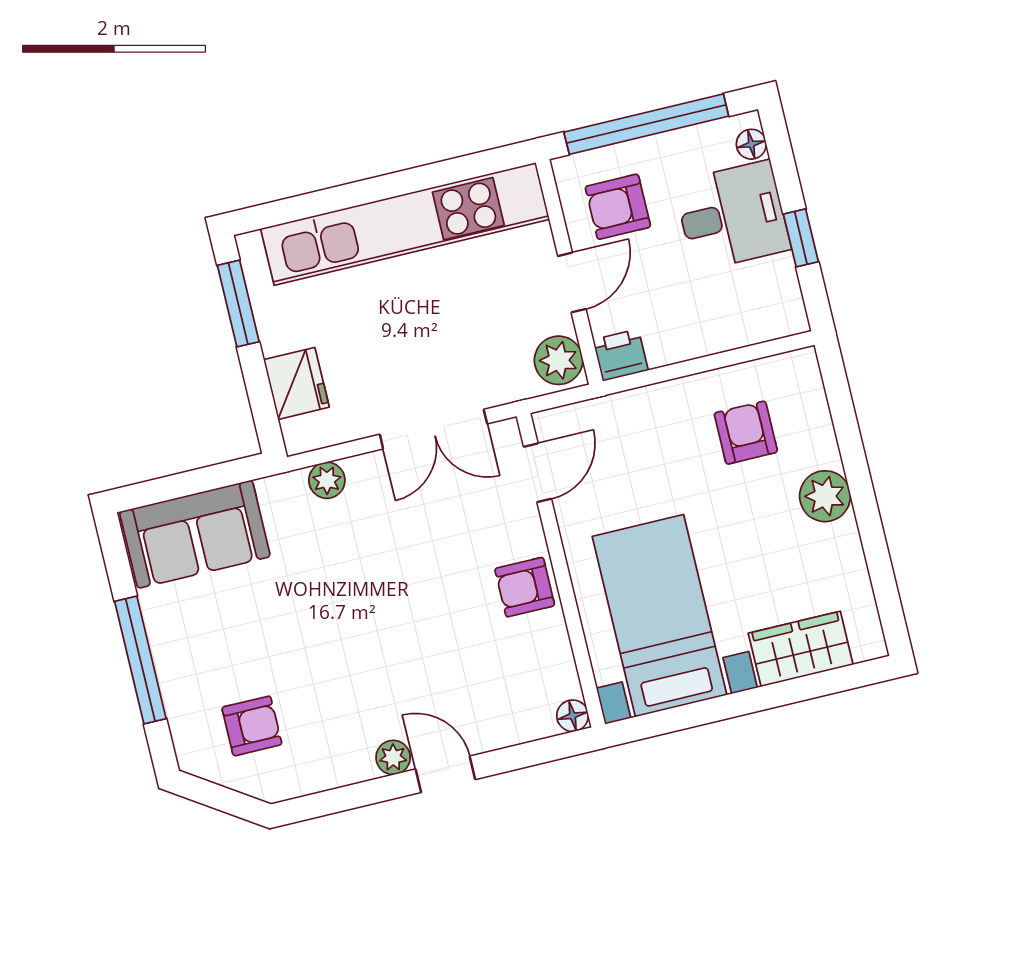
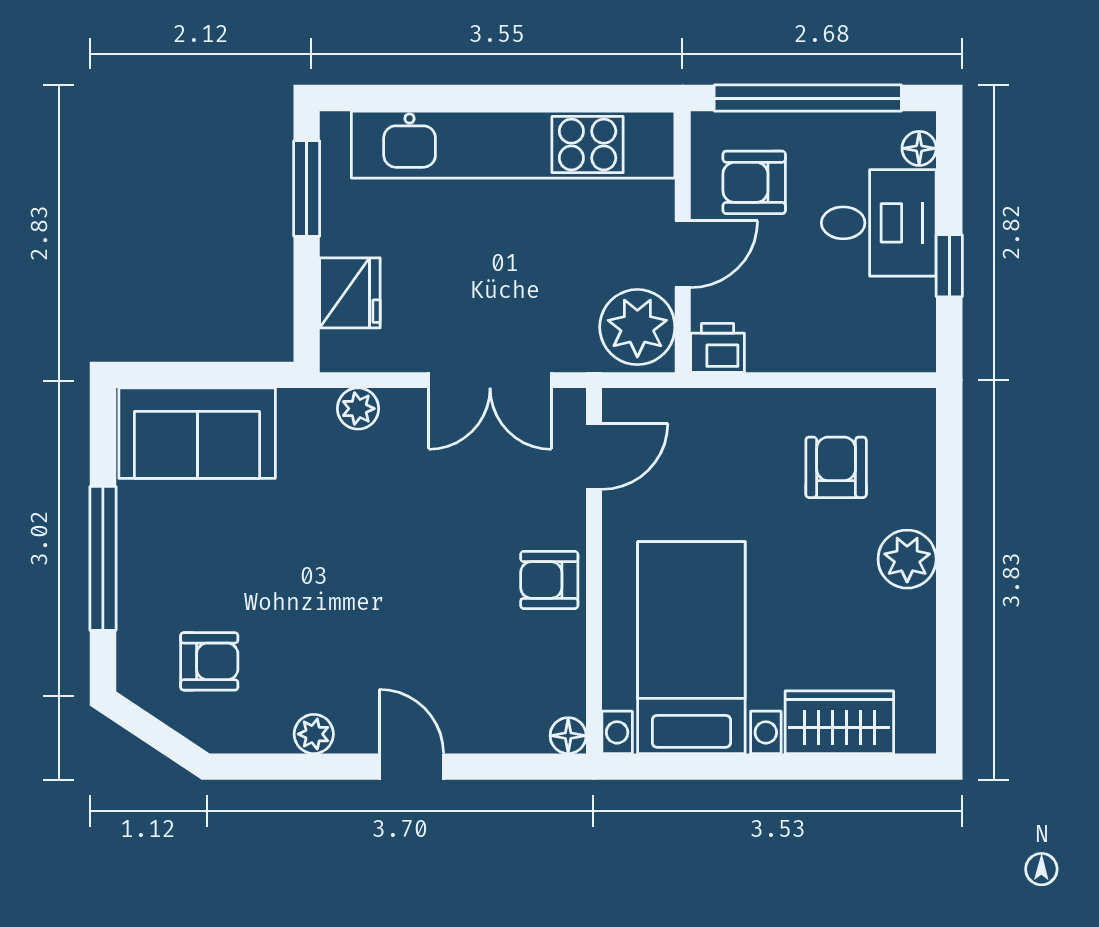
plant: (559, 360) -> (637, 327), width x1.36, depth x1.36
plant: (393, 757) -> (314, 734), moved

